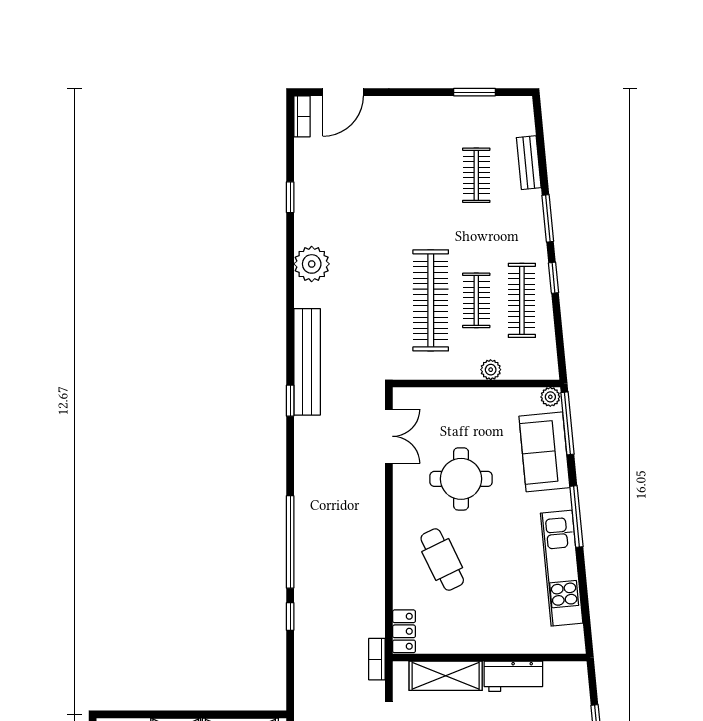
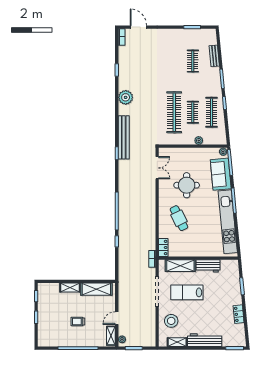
door: (343, 92) -> (138, 27), swing flipped
kitchen unit: (562, 568) -> (228, 222), width x1.36

